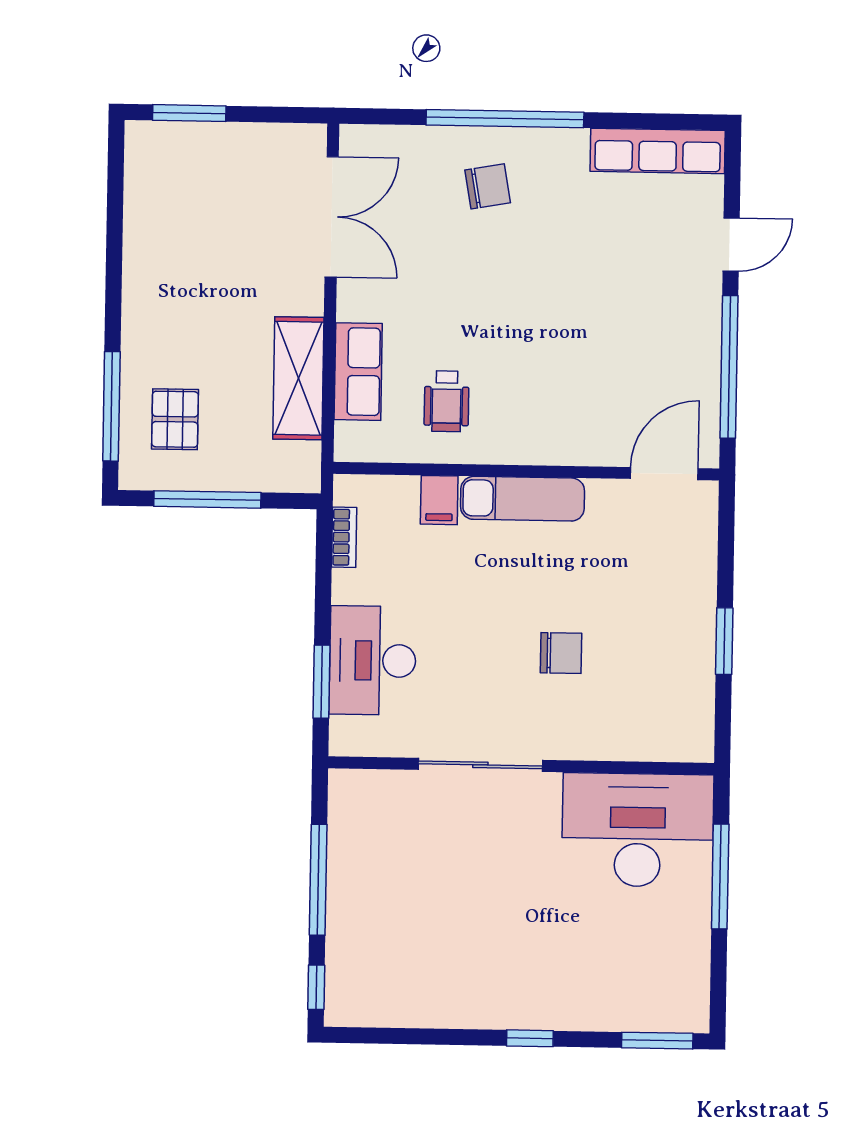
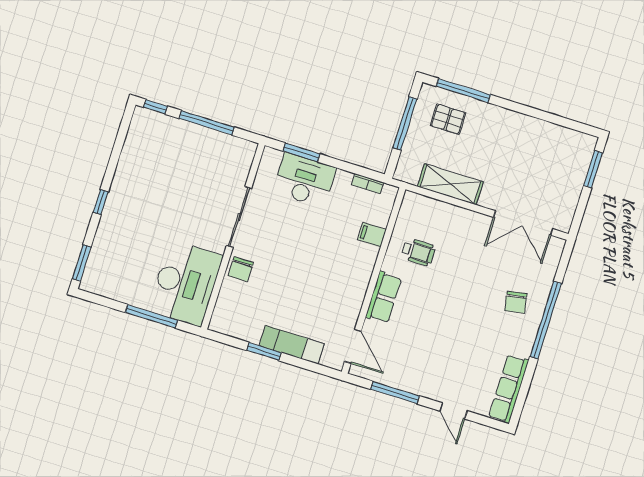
window: (729, 367) -> (395, 393), width x0.68
row of seats: (358, 372) -> (384, 297), moved, turned -90
wheelchair: (447, 401) -> (418, 252), turned 180
exam couch: (522, 499) -> (292, 345), moved, turned 90
chair: (561, 653) -> (241, 269), moved

